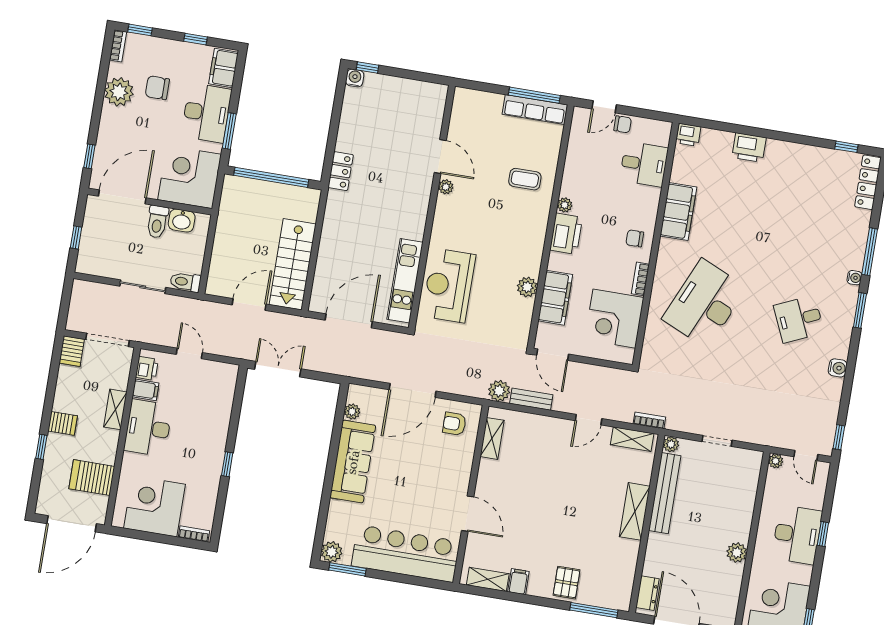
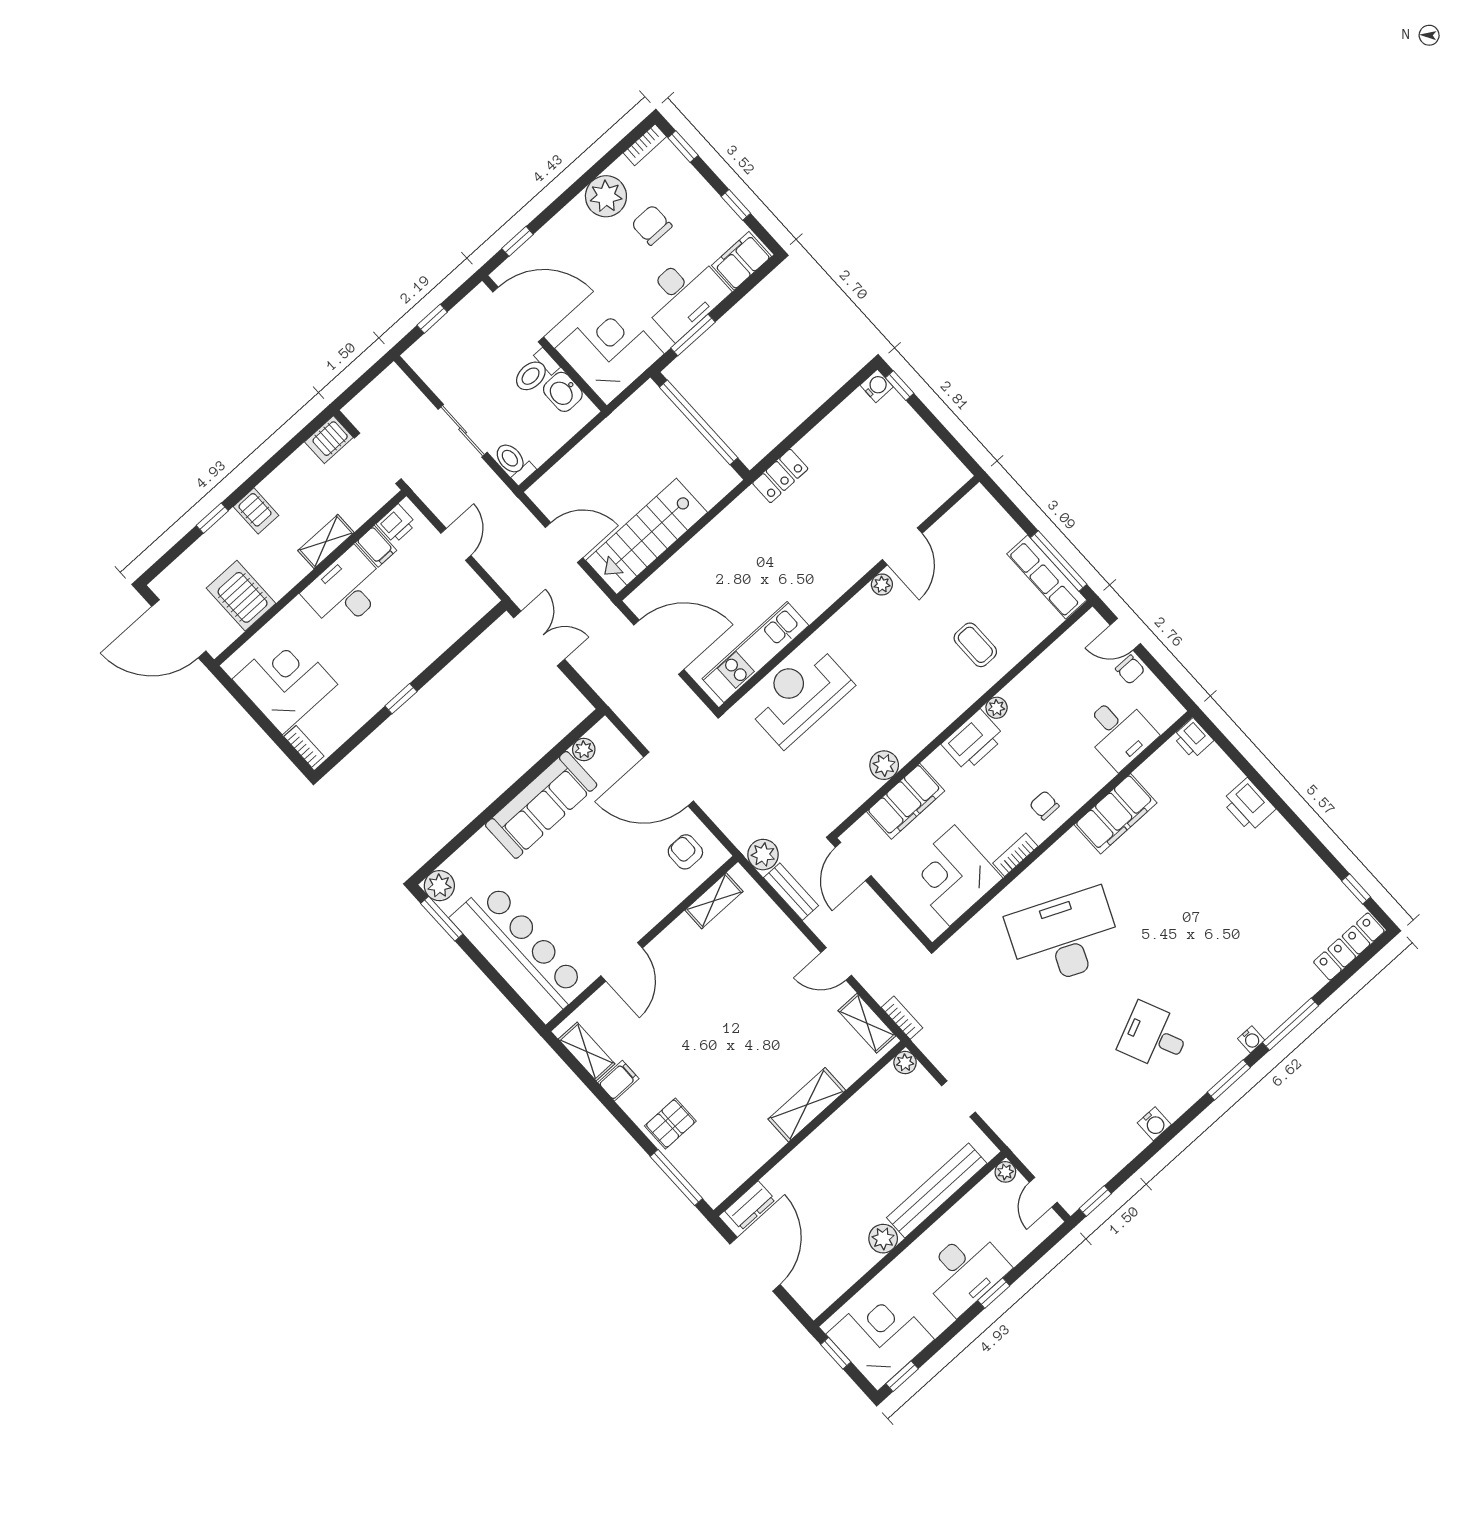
bench: (665, 493) -> (937, 1191), moved

